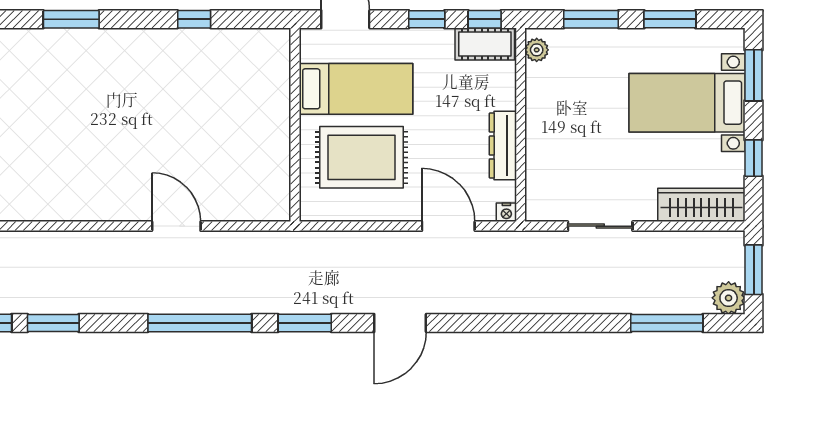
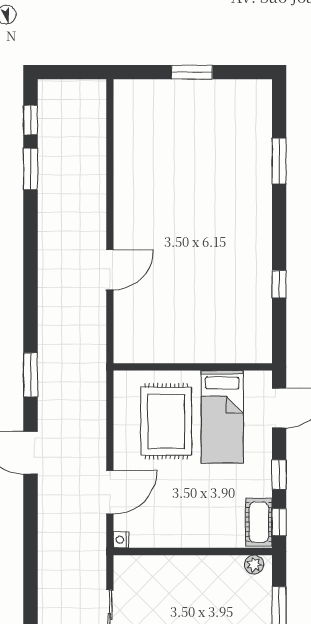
window: (71, 19) -> (279, 161), moved
dresser: (503, 146) -> (176, 537), removed
window: (200, 323) -> (31, 289), removed

